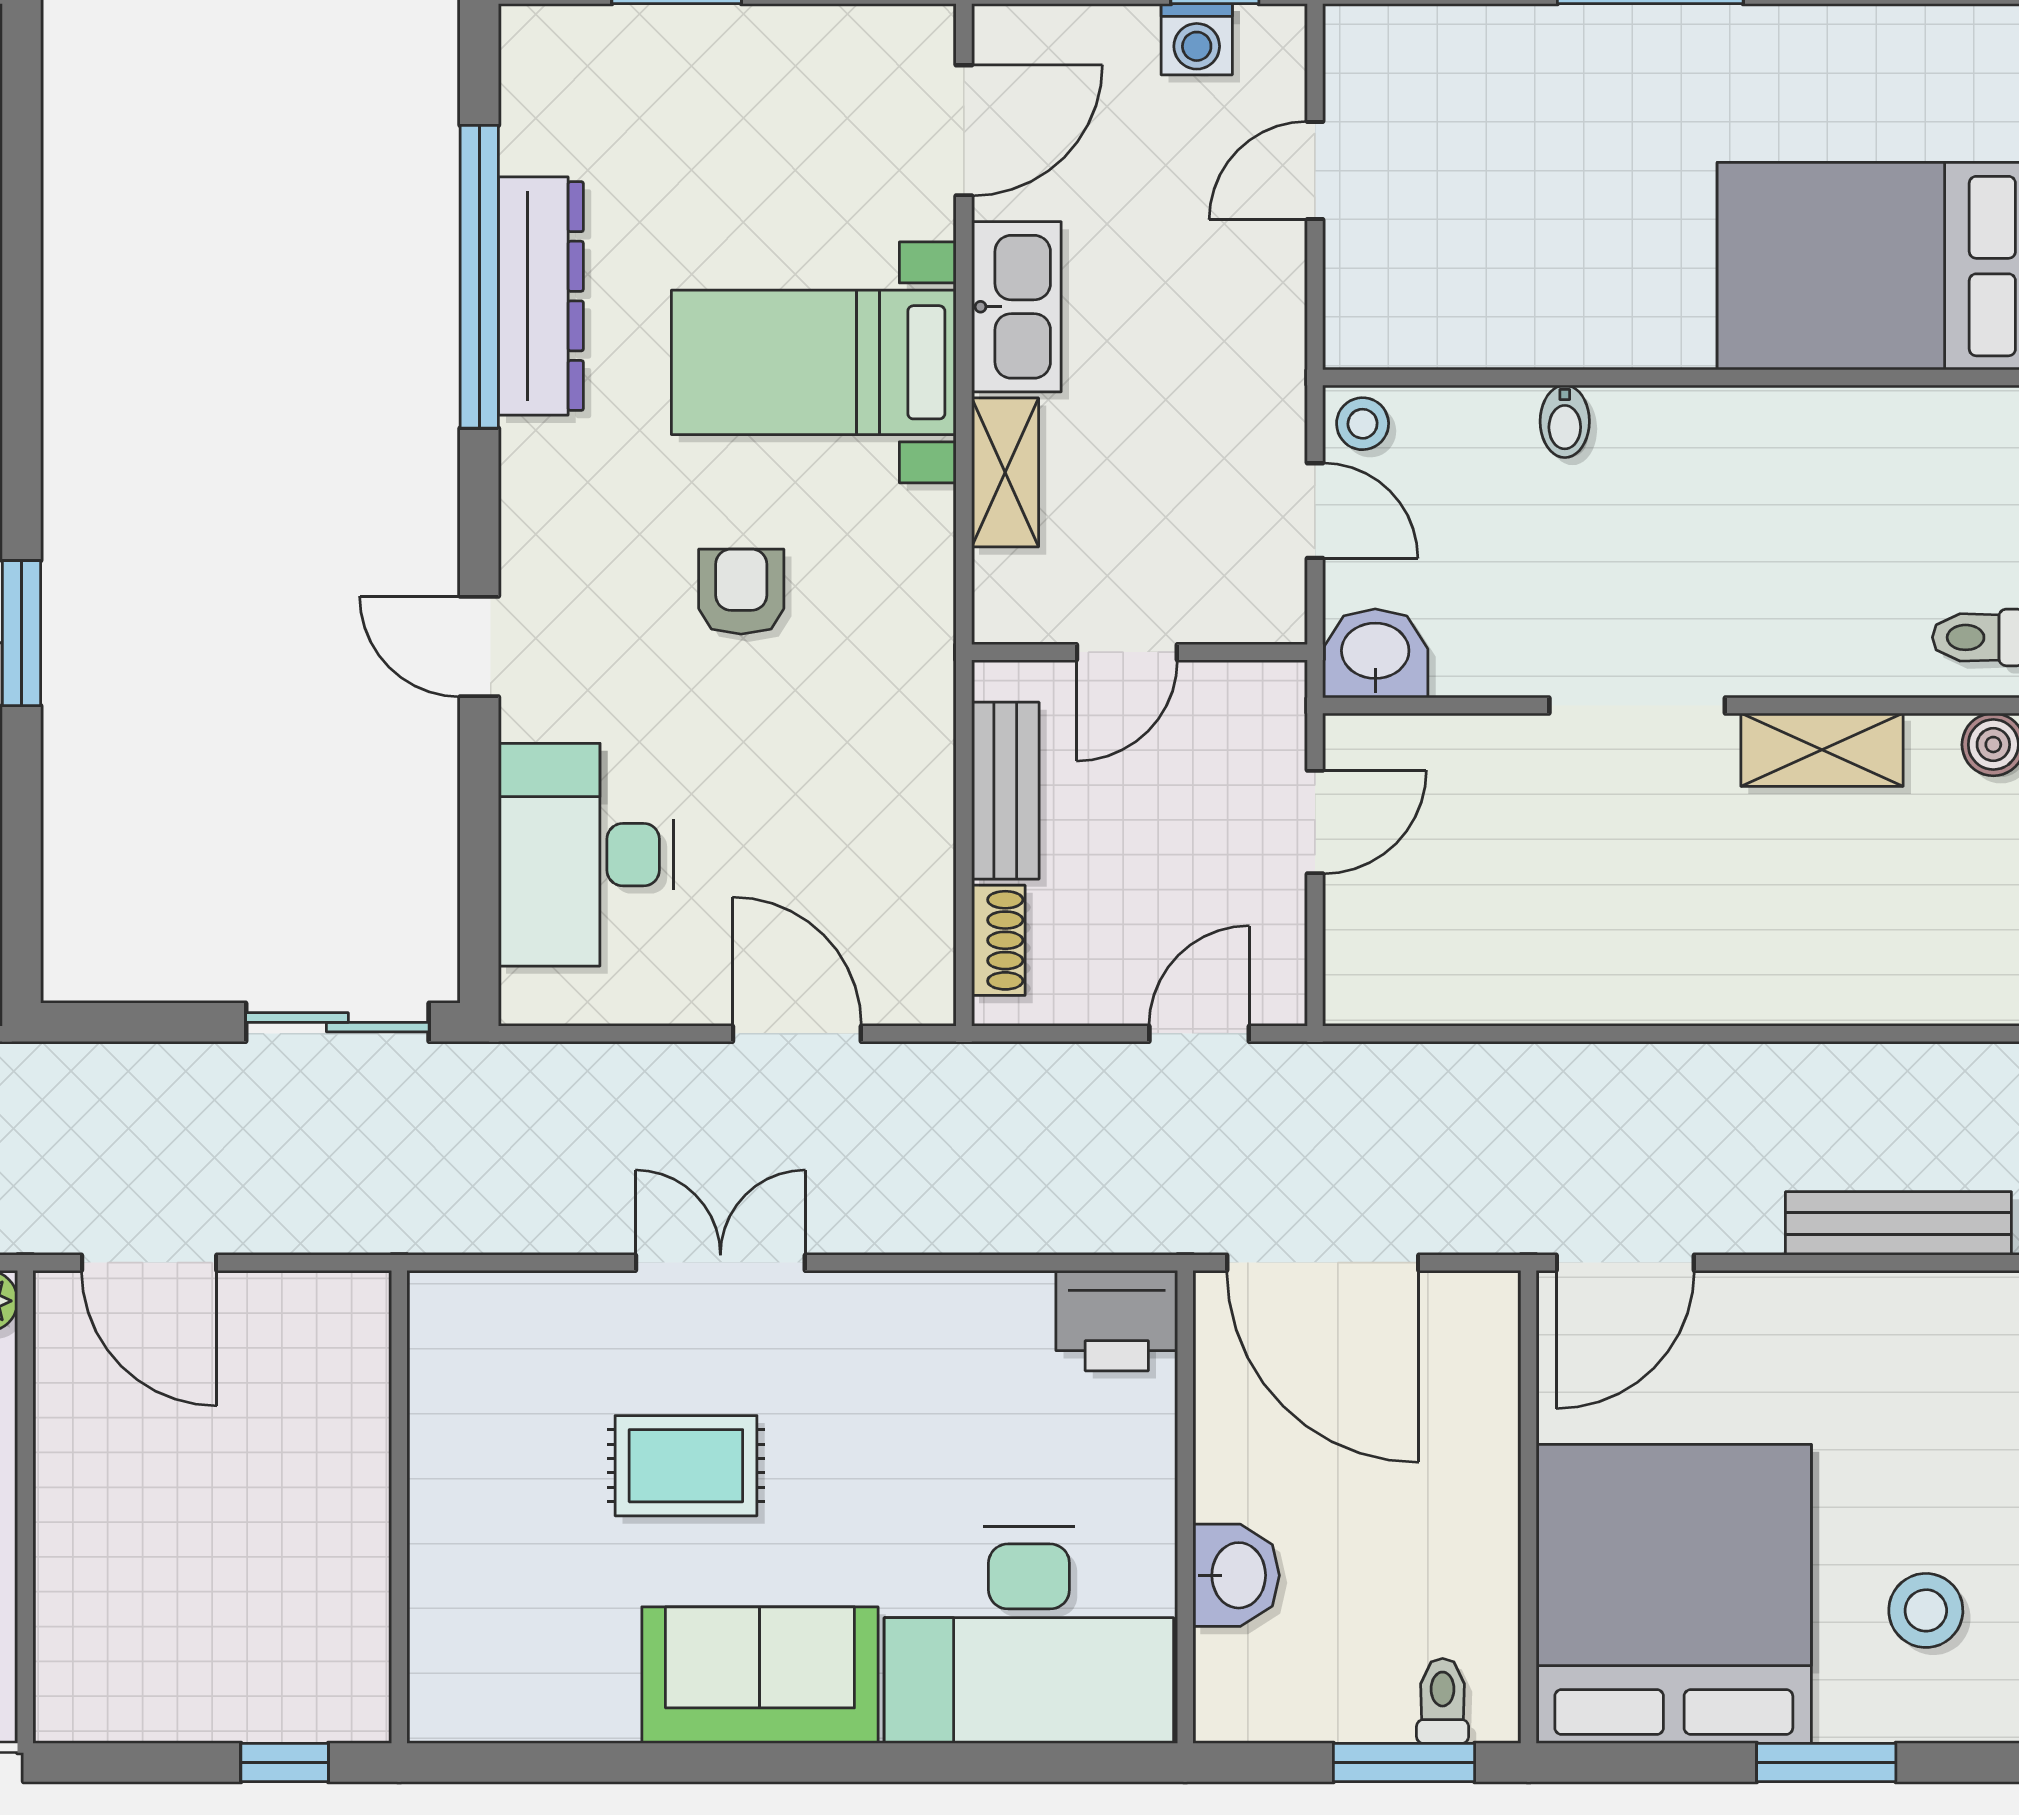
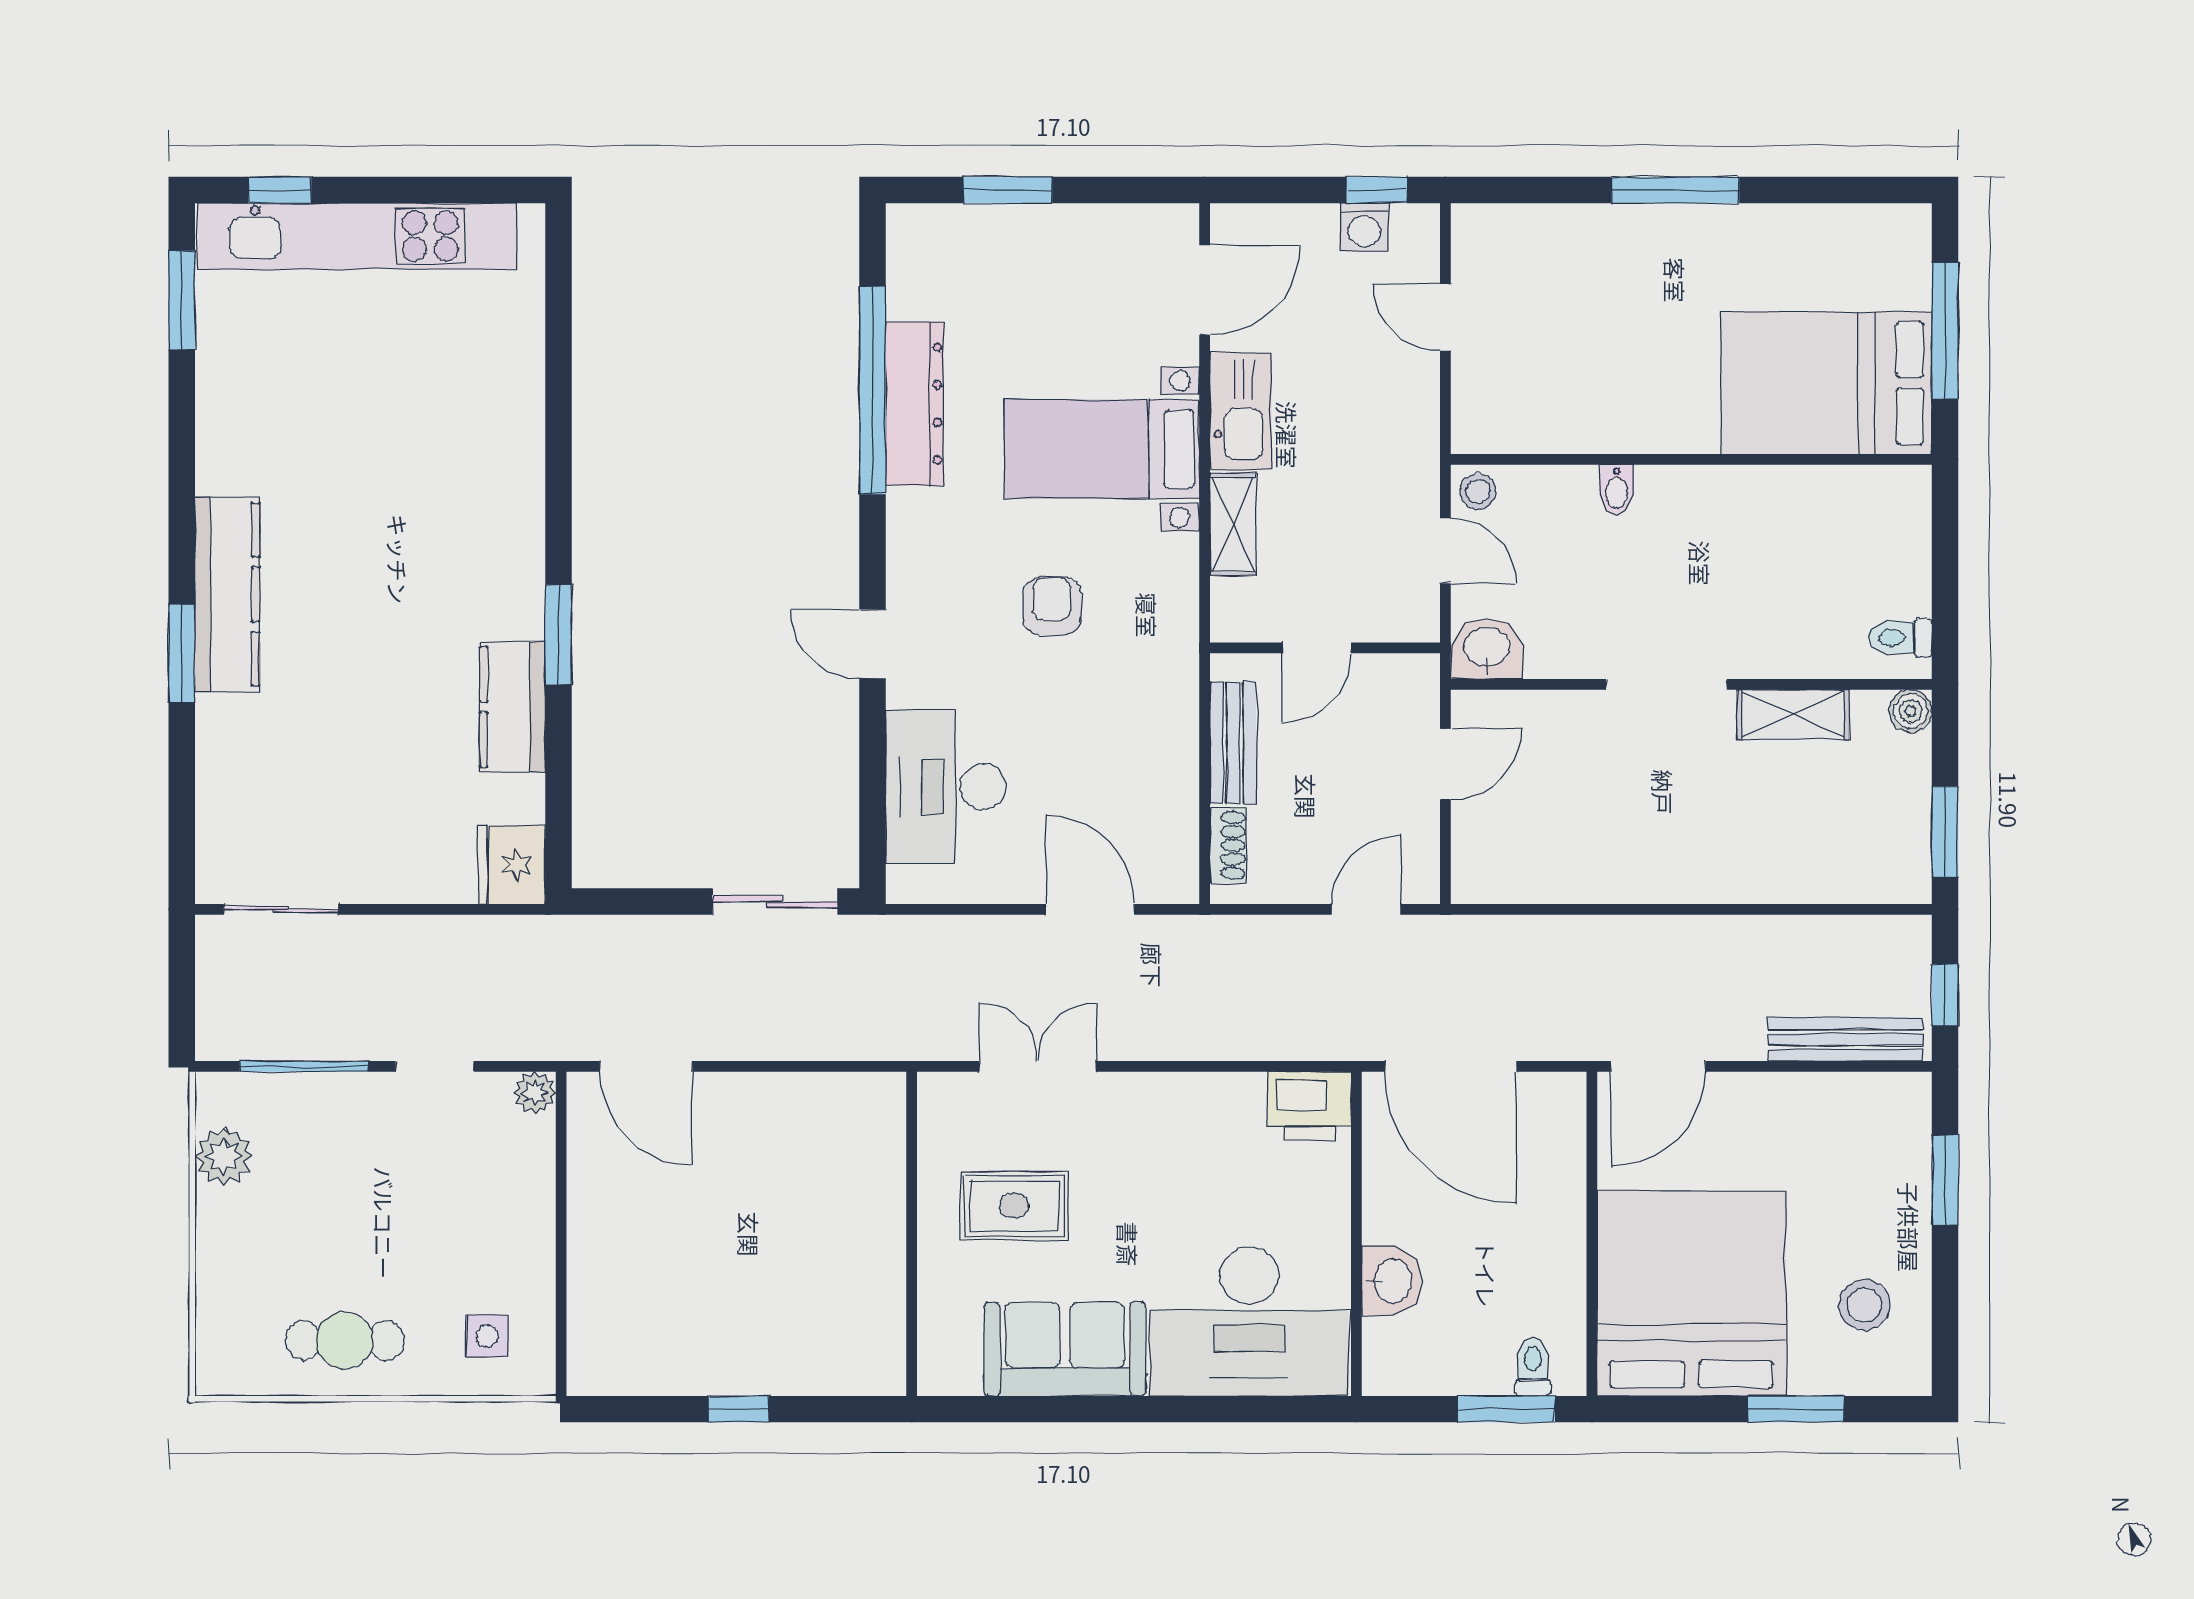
door: (1315, 170) -> (1445, 317), hinge flipped
wall: (399, 1507) -> (912, 1234), moved

